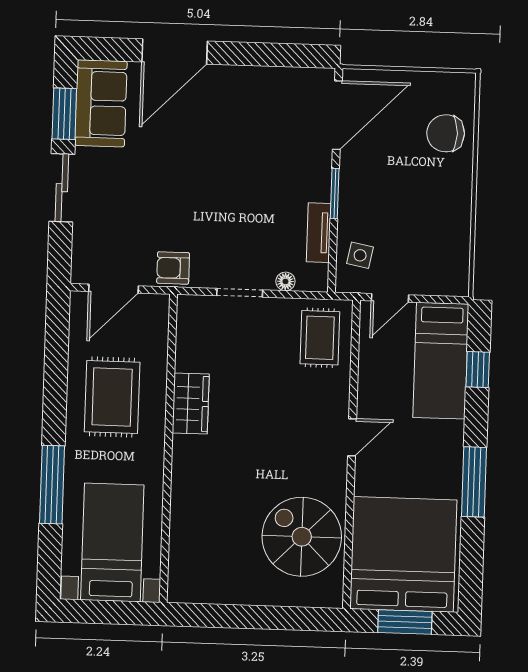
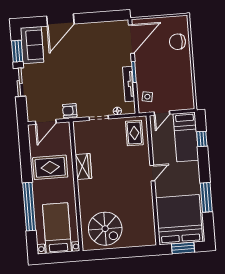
tv unit: (319, 233) -> (129, 84), width x1.41
rug: (112, 397) -> (50, 167), turned 90
window: (474, 482) -> (206, 197), moved
window: (52, 485) -> (29, 207), width x1.46
spiral stairs: (302, 537) -> (105, 229), moved, turned 180

